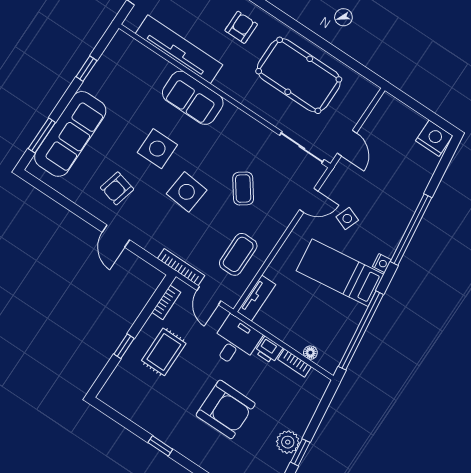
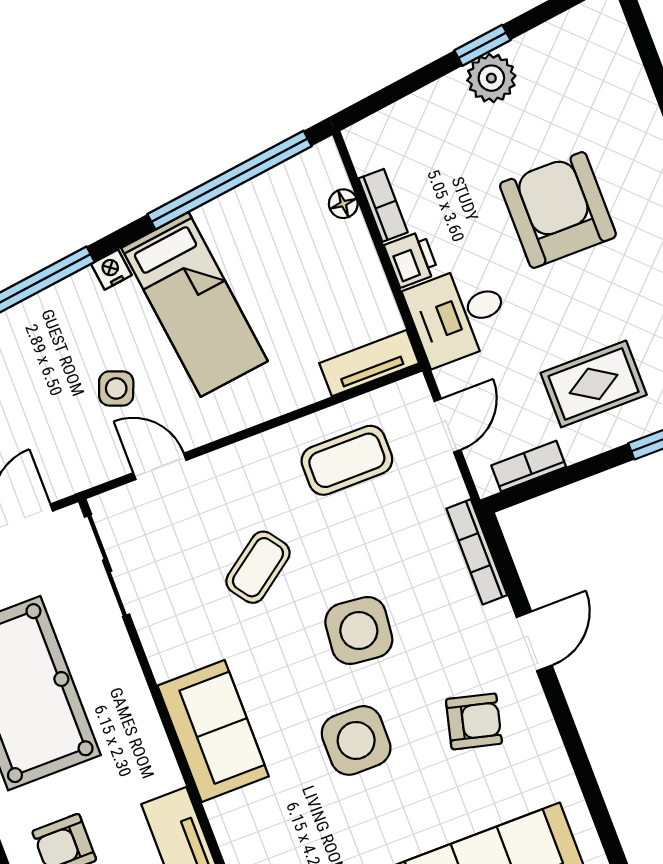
sofa: (193, 98) -> (213, 731), moved
bookcase: (181, 267) -> (477, 552), moved

